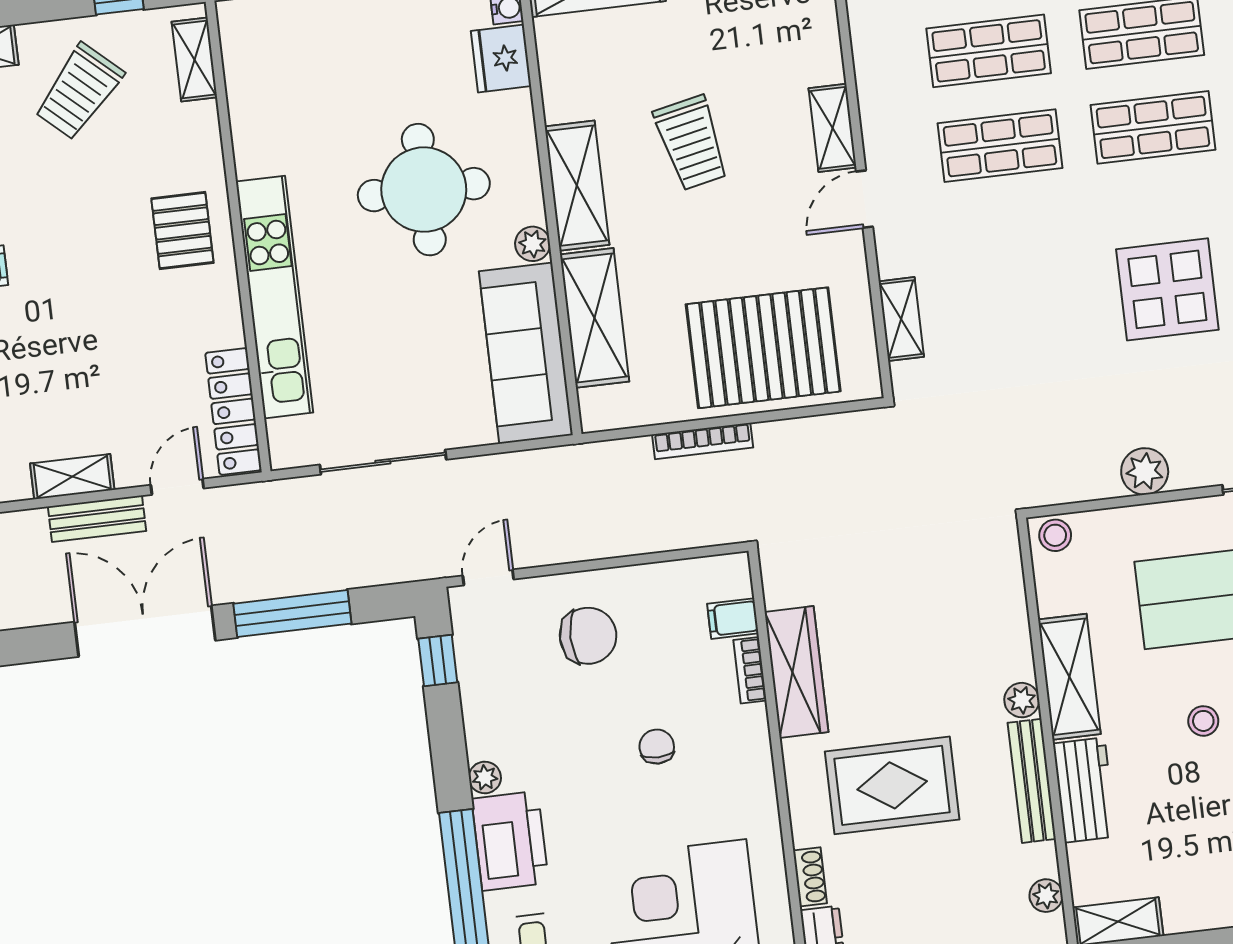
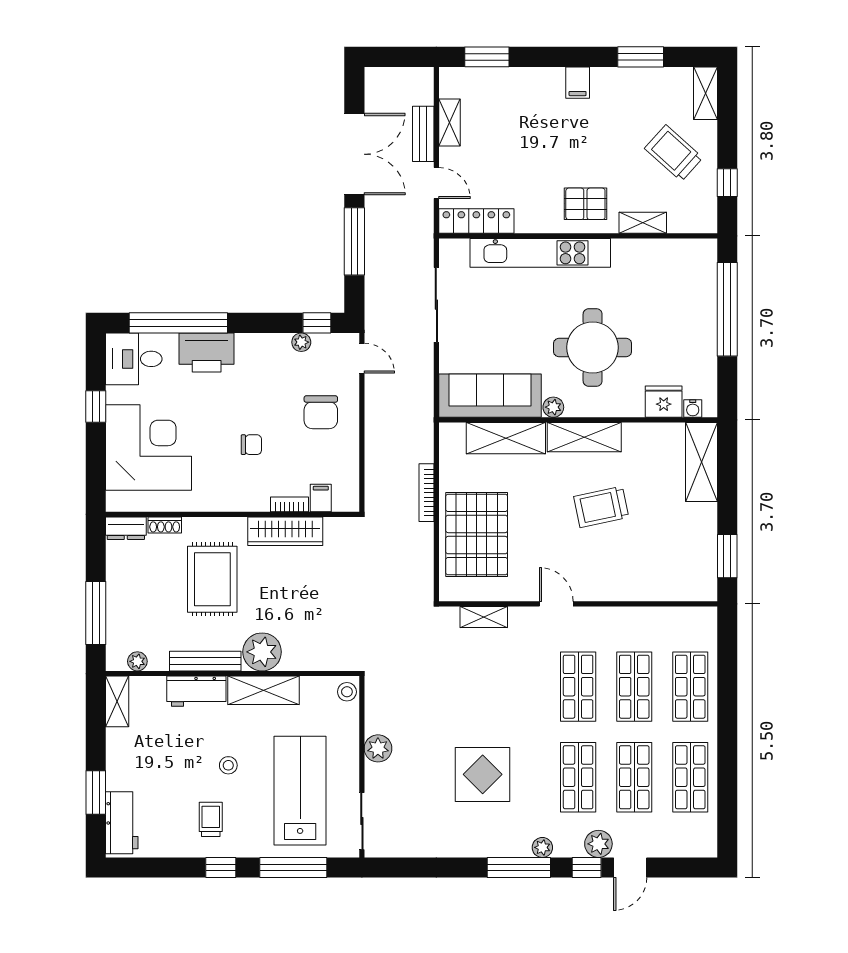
shelving: (194, 59) -> (643, 223), moved
shelving: (832, 128) -> (600, 590), removed
plant: (1022, 700) -> (262, 652), width x1.87, depth x1.87
plant: (485, 777) -> (301, 342), moved

